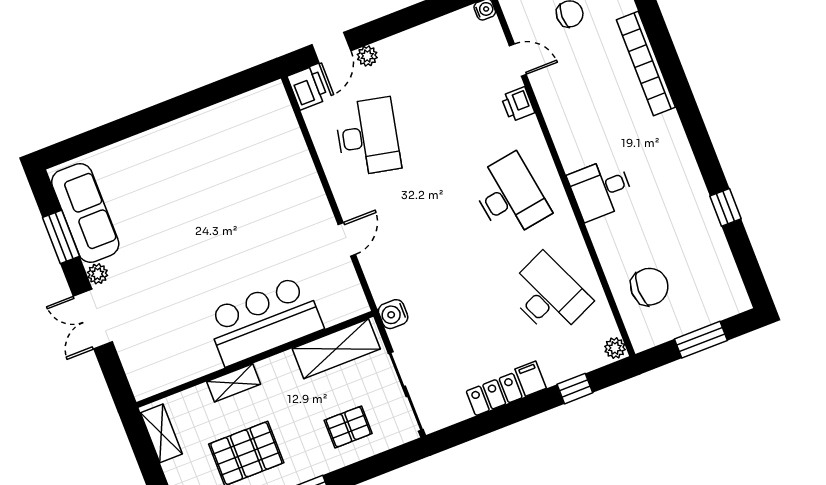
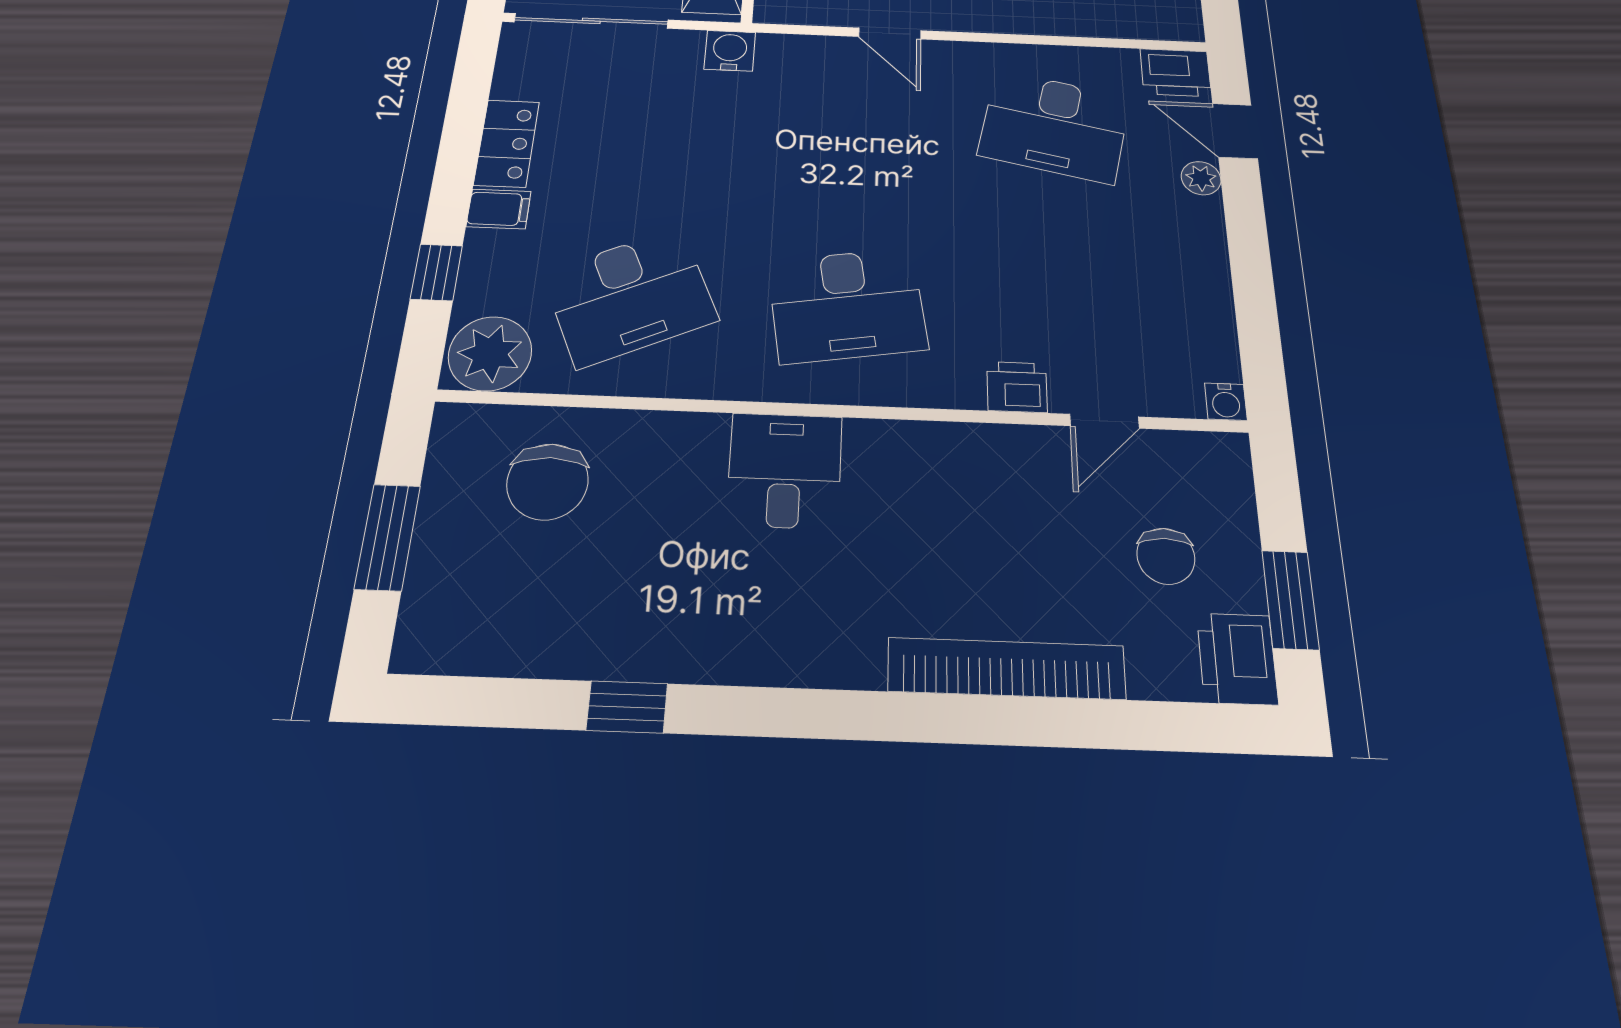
plant: (615, 348) -> (490, 354), width x1.87, depth x1.87

